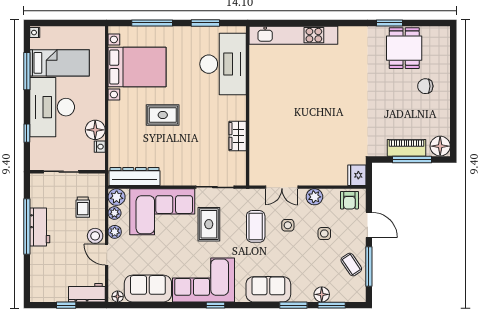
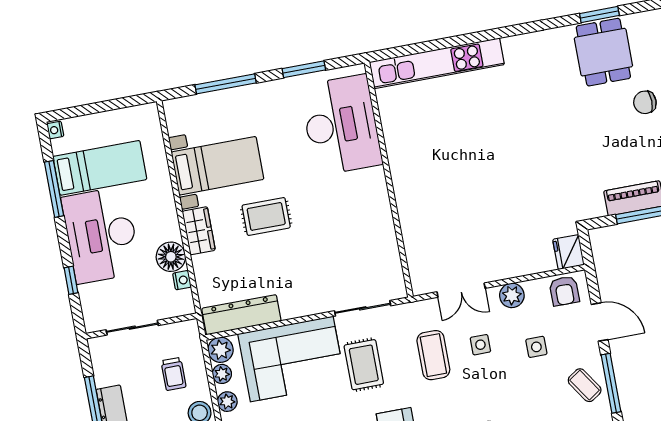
window: (389, 23) -> (599, 15), moved
bed with nightstands: (137, 67) -> (218, 166), width x0.73
wardrobe: (238, 136) -> (199, 231), moved, turned 180

